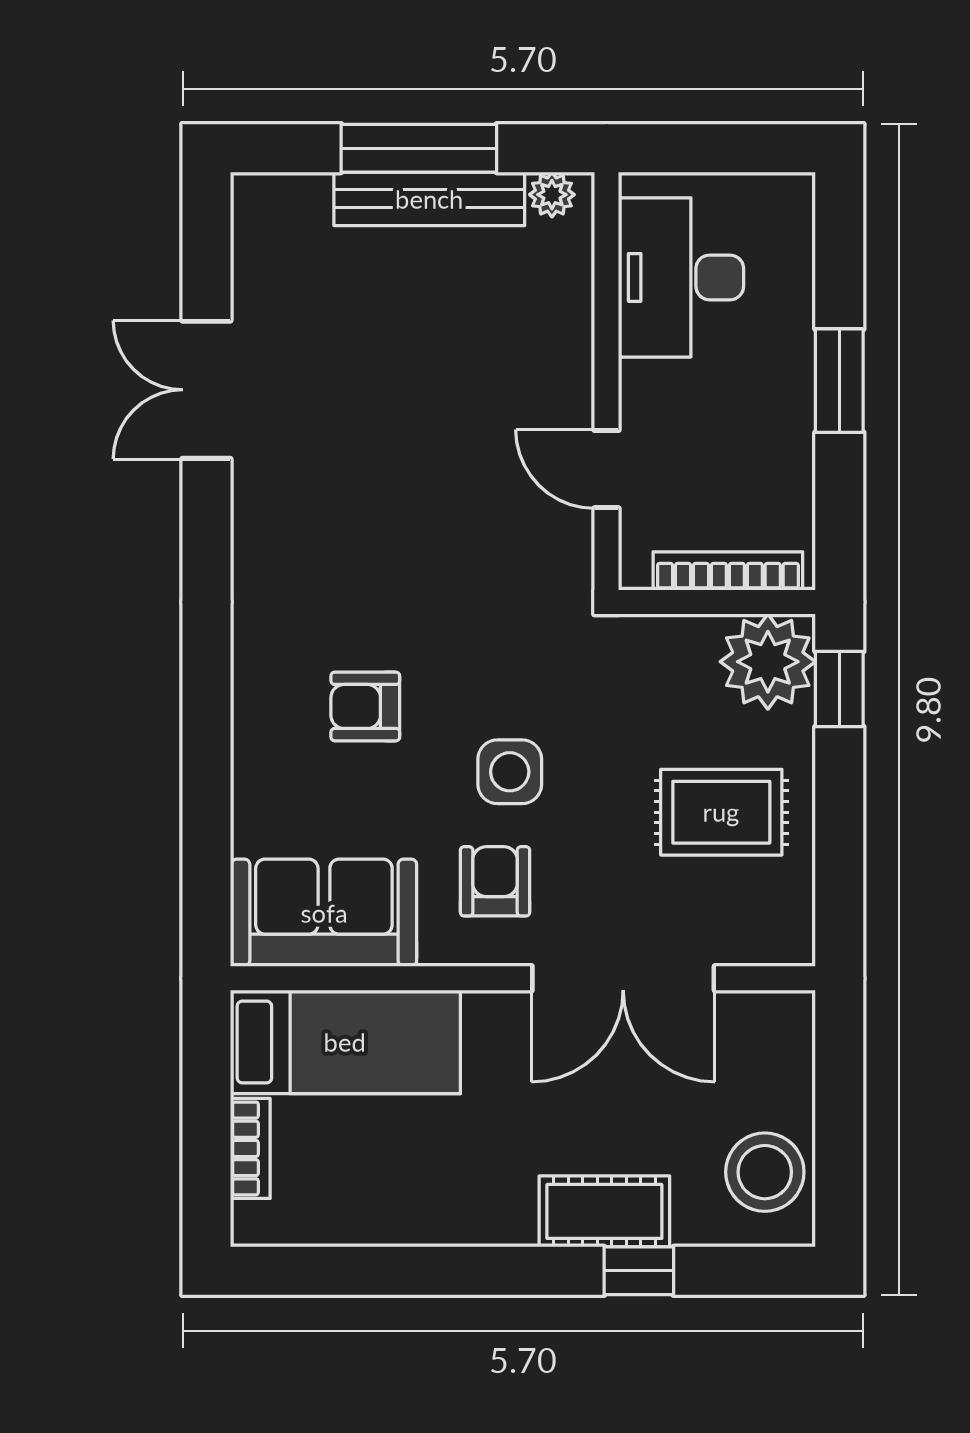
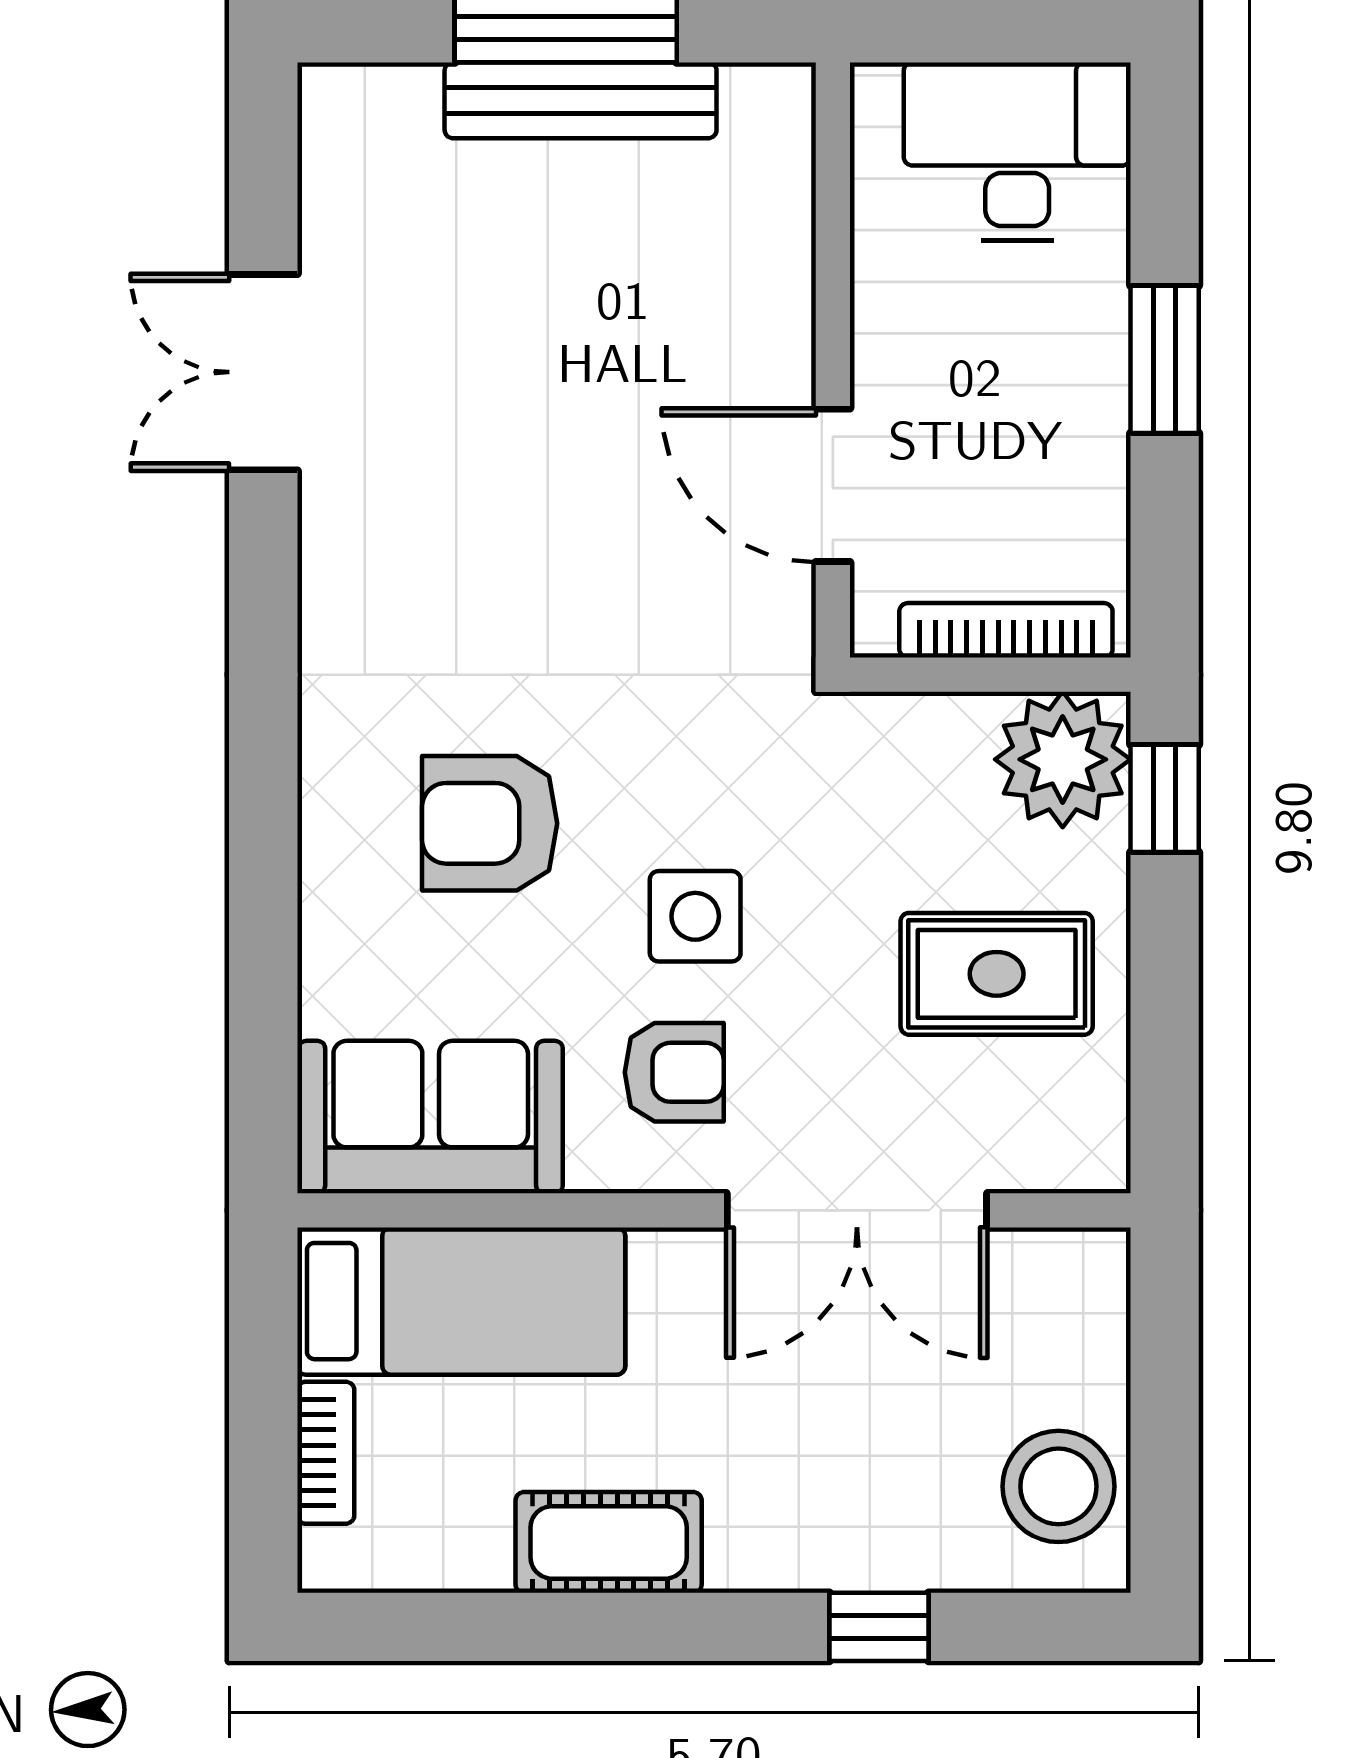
plant: (552, 195) -> (755, 94), removed
desk: (681, 277) -> (1017, 151), moved, turned 90
door: (606, 469) -> (833, 485), width x1.38
armchair: (365, 706) -> (490, 823), width x1.38, depth x1.38
armchair: (495, 881) -> (674, 1072), turned 90
cot: (604, 1211) -> (609, 1542), moved

